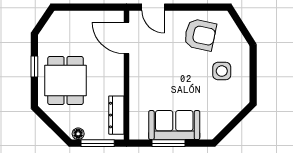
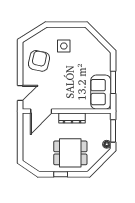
dresser: (116, 115) -> (72, 118), moved
sofa: (174, 125) -> (101, 92), moved

